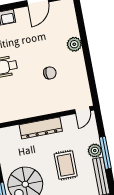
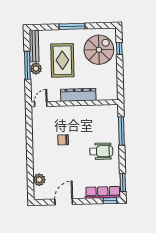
plant: (74, 44) -> (39, 180), moved
rug: (66, 165) -> (62, 60), width x1.36, depth x1.43

